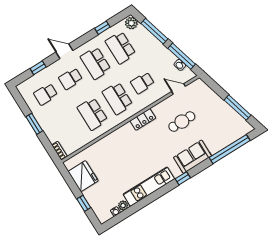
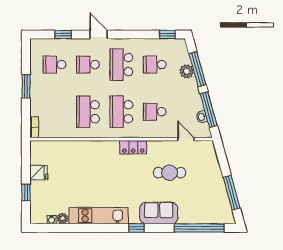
plant: (131, 23) -> (187, 71), moved
window: (102, 28) -> (167, 34), moved
school desk: (120, 48) -> (155, 65), width x0.54
fridge: (83, 176) -> (39, 173), width x0.53, depth x0.75

